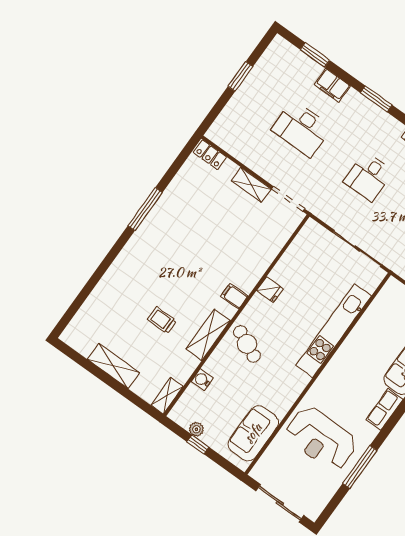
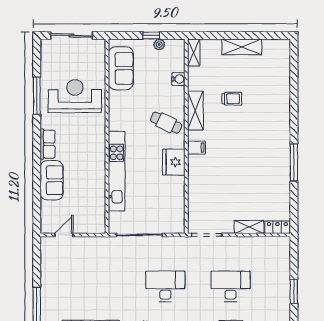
desk: (368, 177) -> (165, 286), width x1.37
shelving: (251, 185) -> (249, 227), moved
fridge: (270, 290) -> (174, 162), width x1.88, depth x1.34

